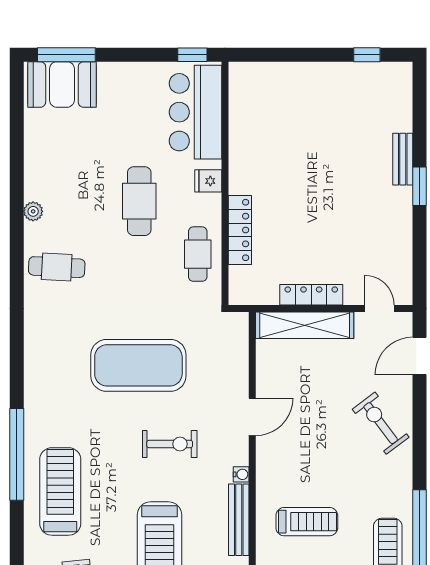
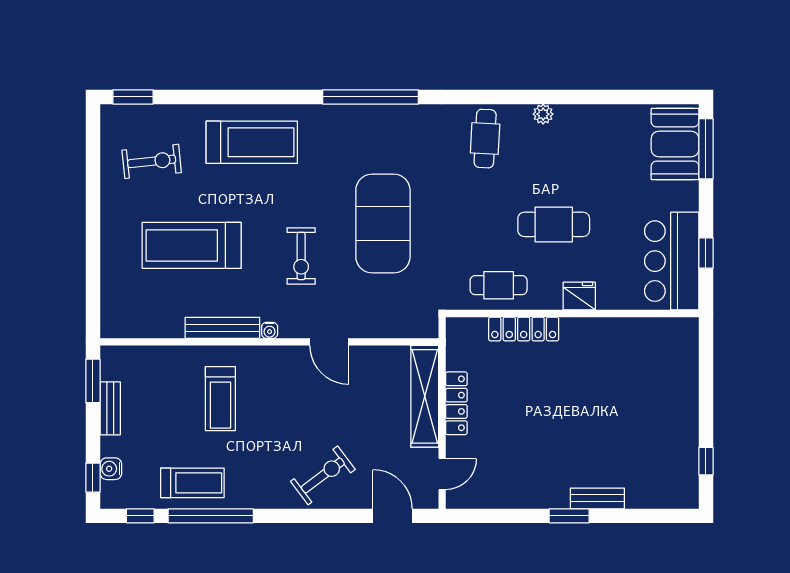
window: (192, 55) -> (706, 253), moved
bar counter: (195, 112) -> (672, 261), moved, turned -90
fridge: (208, 181) -> (579, 296), width x1.38
window: (17, 454) -> (370, 97), moved

